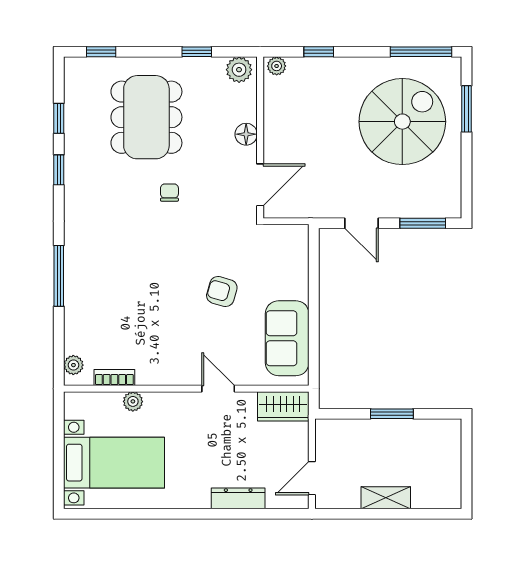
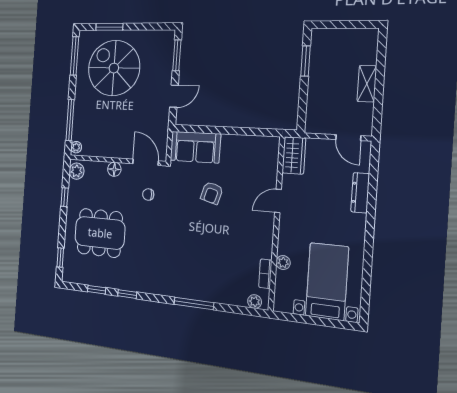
window: (319, 52) -> (70, 120), width x2.17
chair: (169, 193) -> (148, 194), moved
sofa: (287, 338) -> (195, 147), moved
window: (392, 414) -> (305, 61), moved

